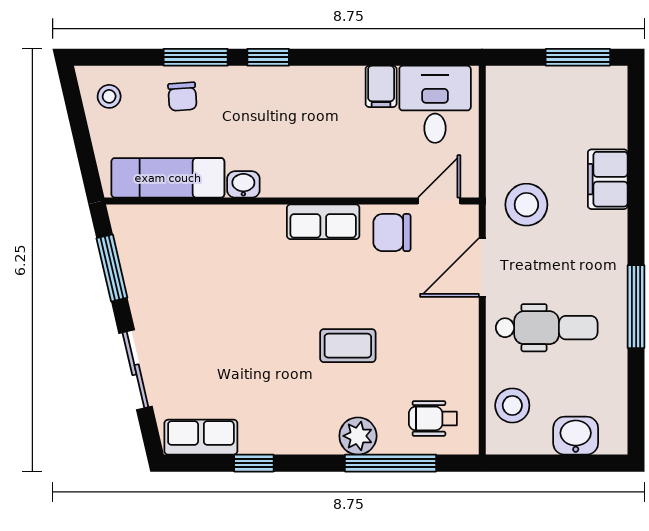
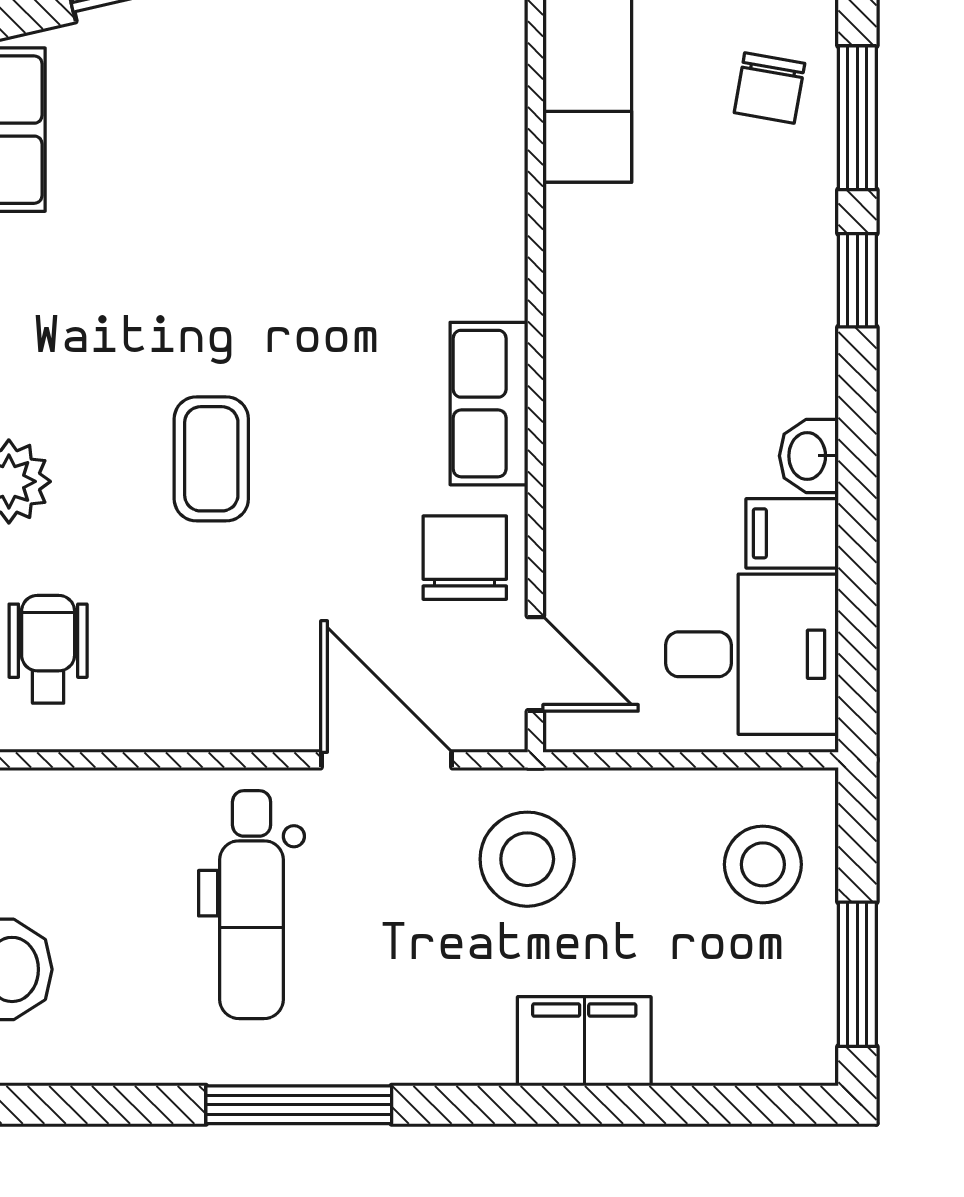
chair: (182, 97) -> (769, 88), turned -76
washbasin: (243, 184) -> (809, 456), moved, turned 180
stool: (512, 405) -> (763, 864), moved

